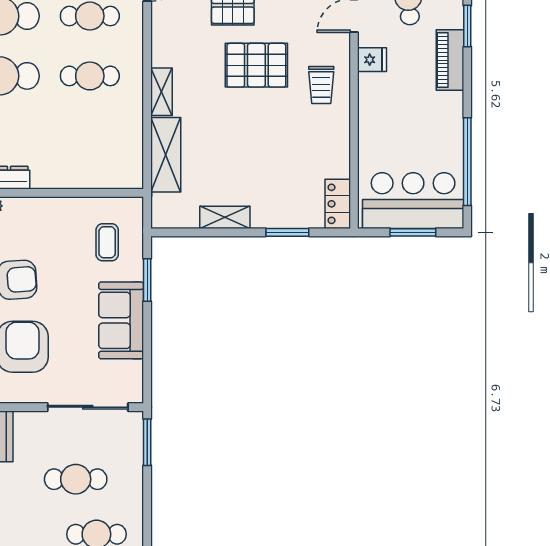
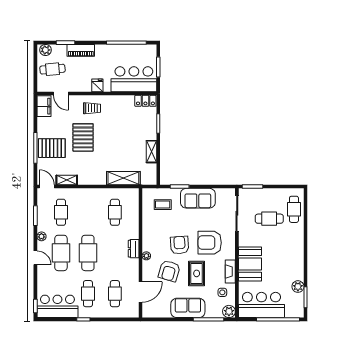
fridge: (372, 60) -> (97, 85), moved
cafe table: (90, 76) -> (115, 212), moved
shelving: (162, 92) -> (67, 180), moved
bar counter: (413, 201) -> (134, 79), moved, turned 90
cafe table: (76, 479) -> (269, 219), turned 90

